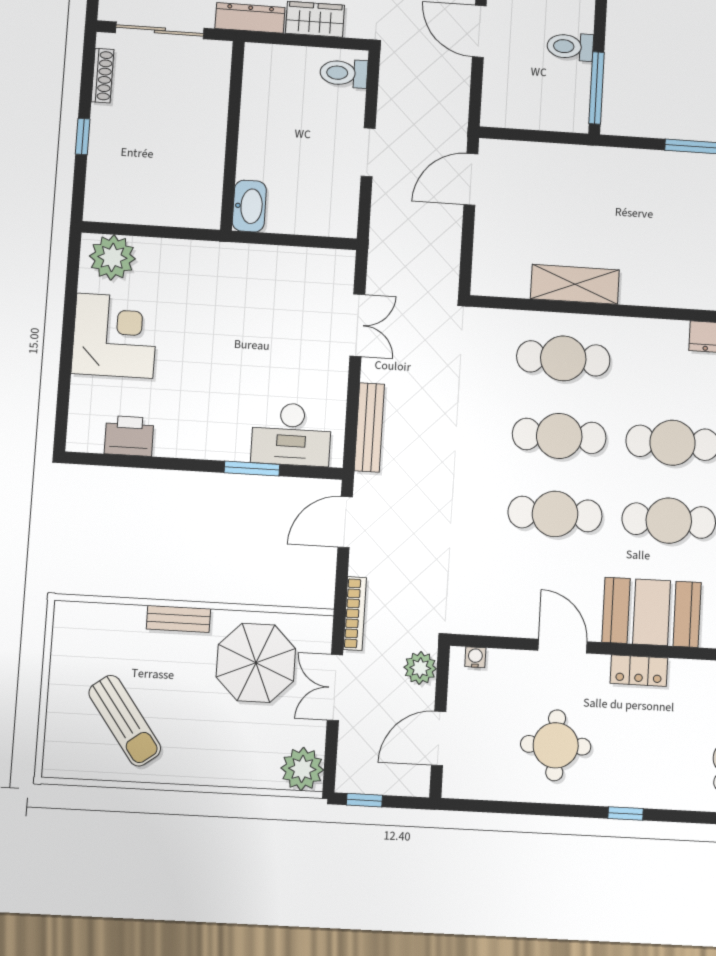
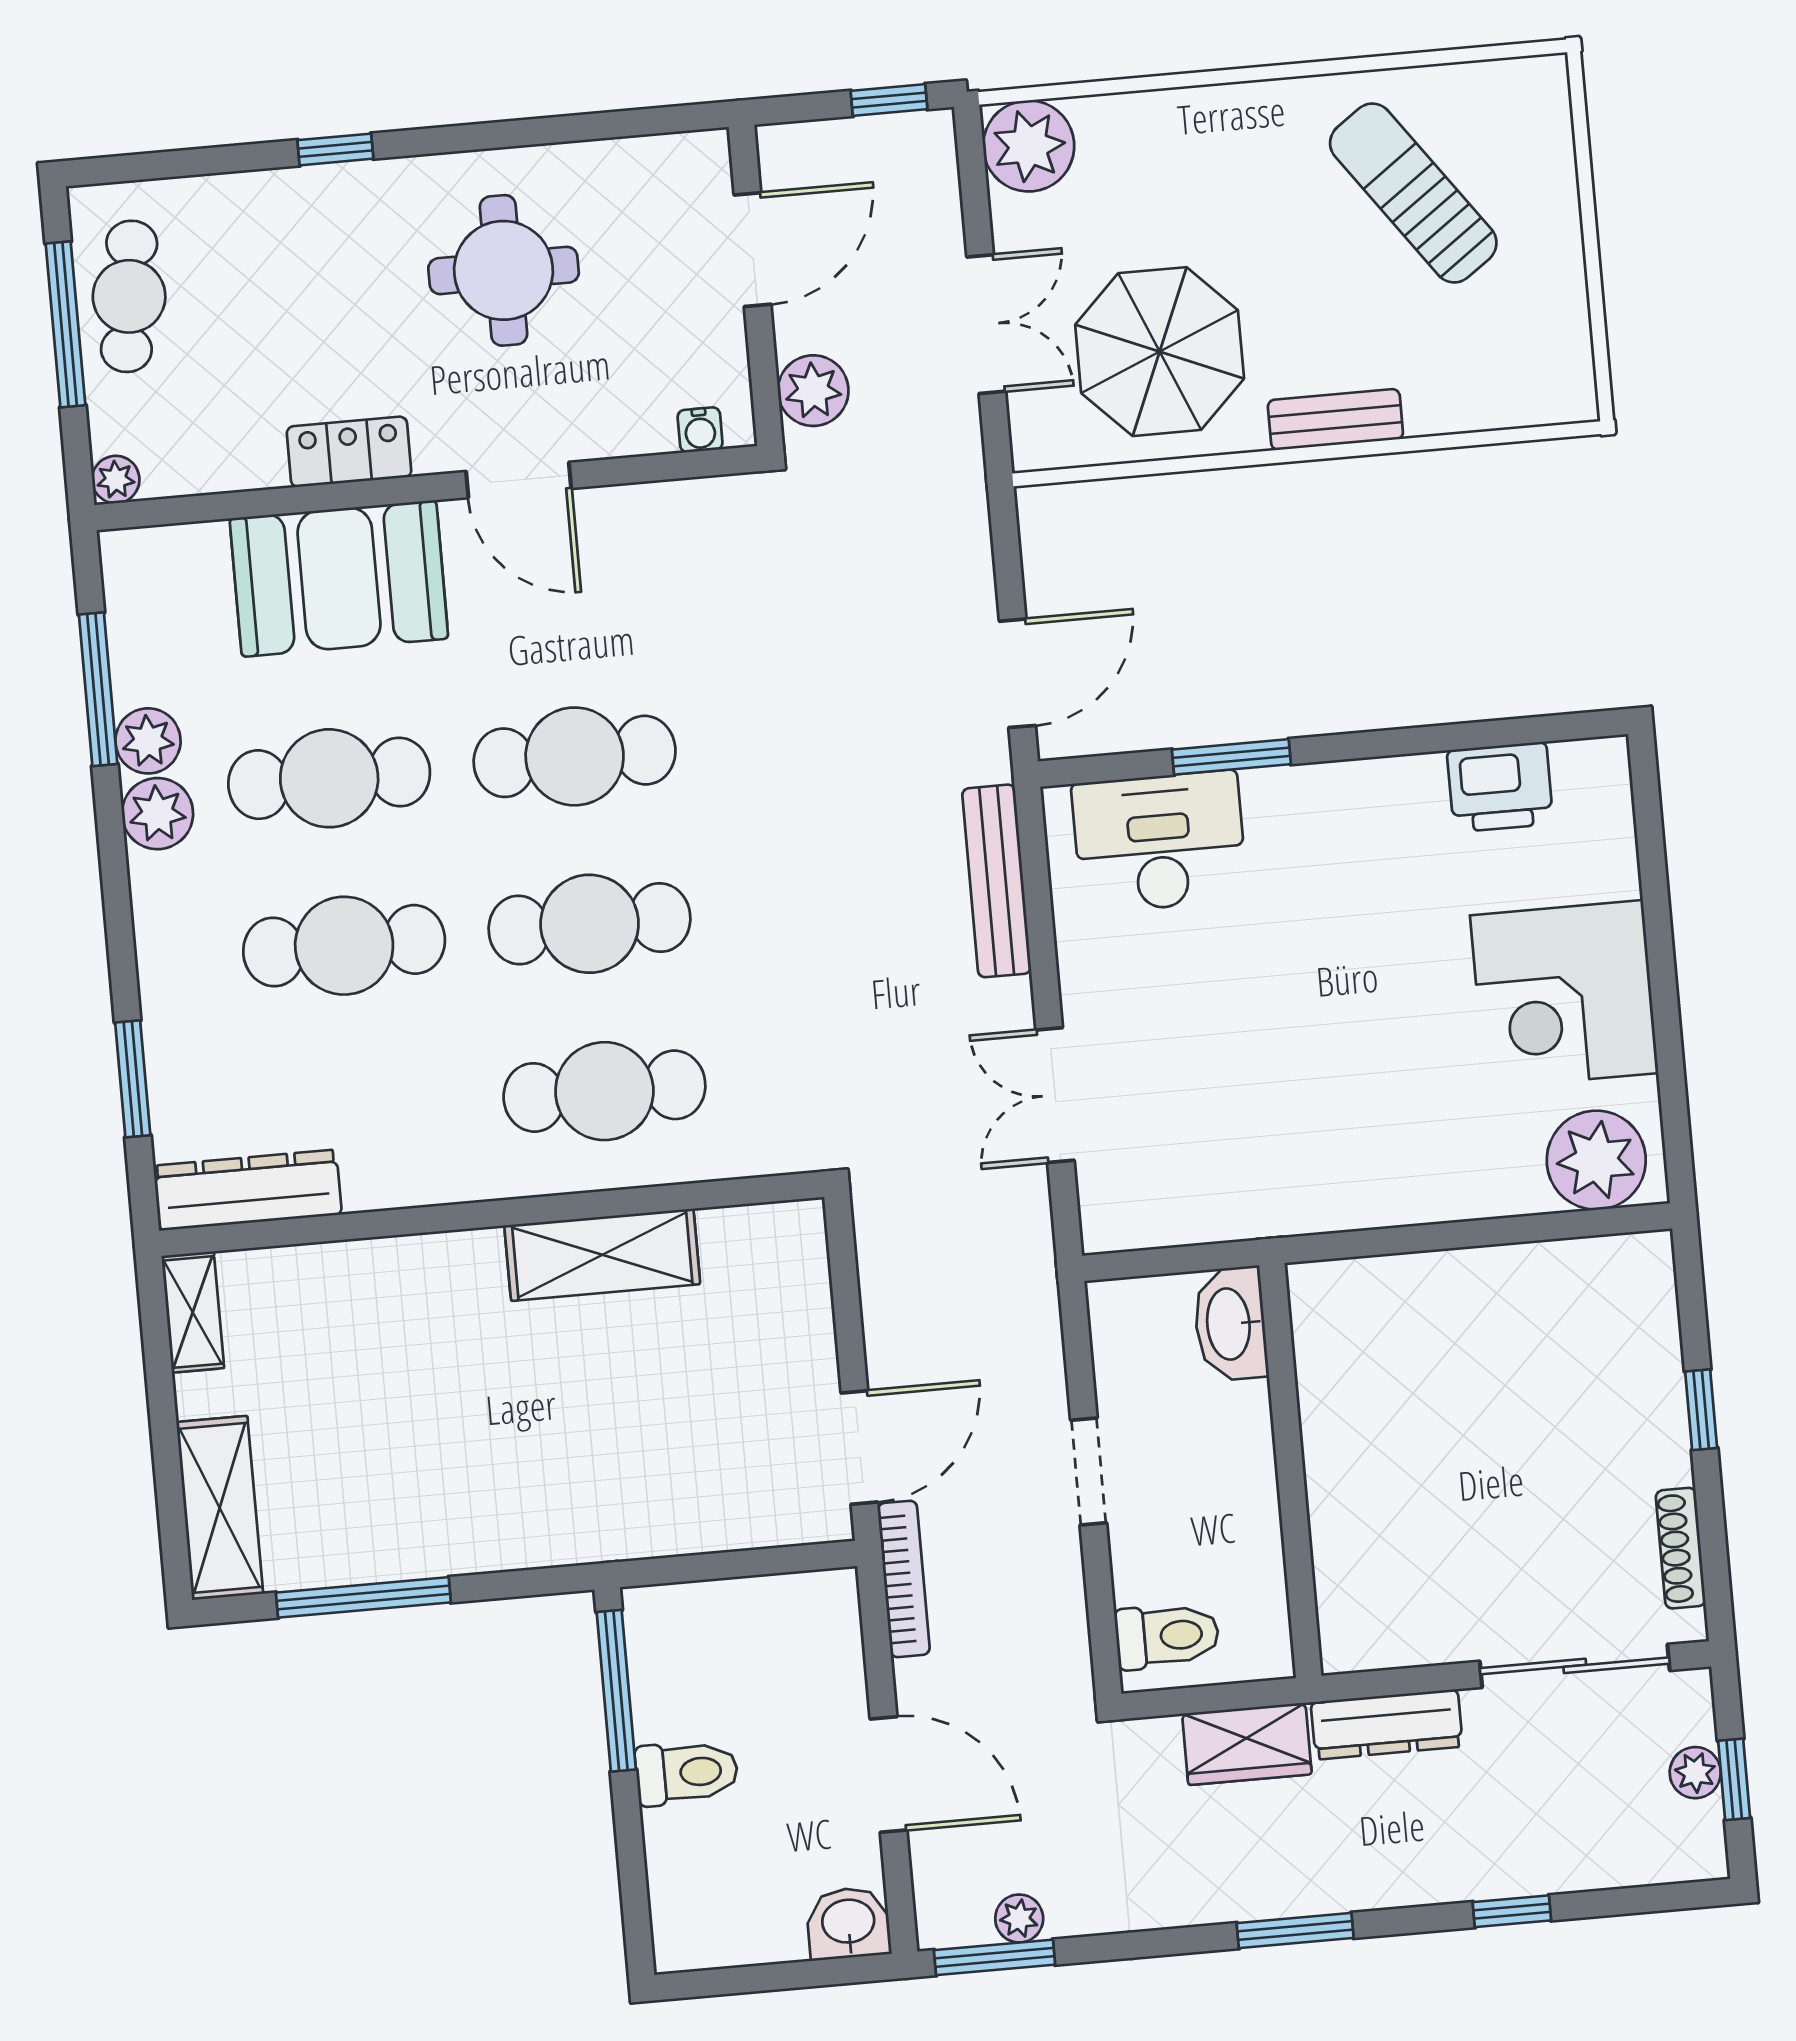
wall: (232, 136) -> (1290, 1471), moved
washbasin: (249, 206) -> (1230, 1324), moved
bookcase: (355, 613) -> (904, 1579), moved, turned 180

